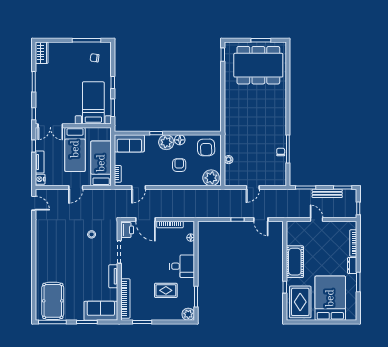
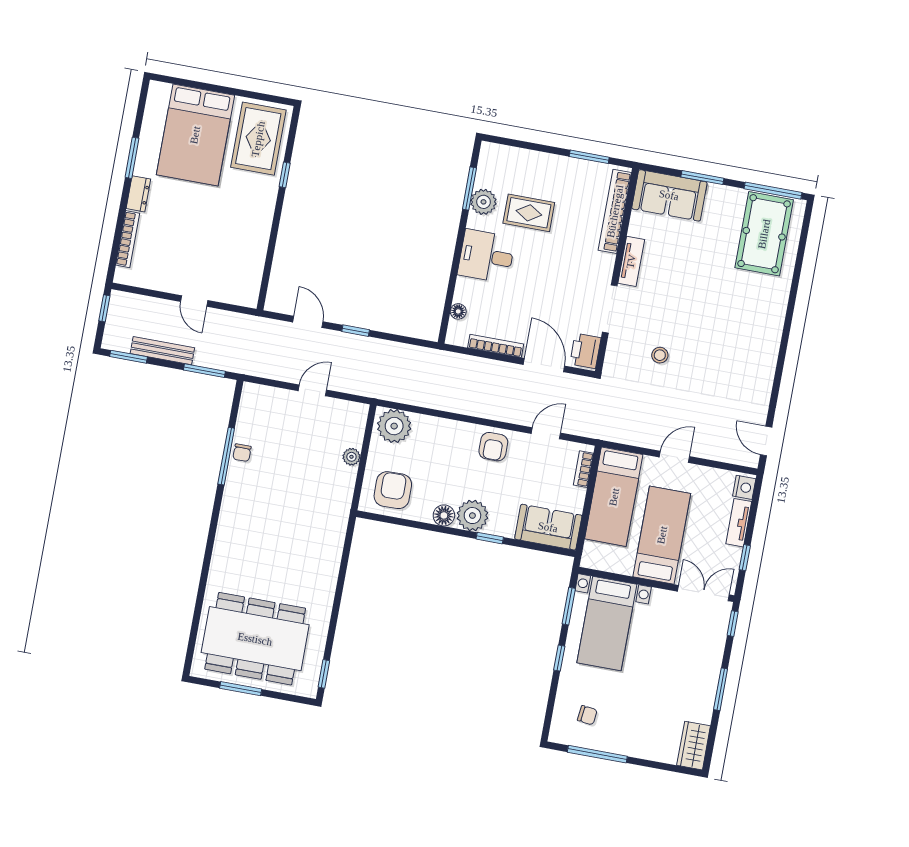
armchair: (179, 165) -> (493, 447), moved
cot: (295, 262) -> (254, 223), removed
plant: (188, 314) -> (483, 202), moved

